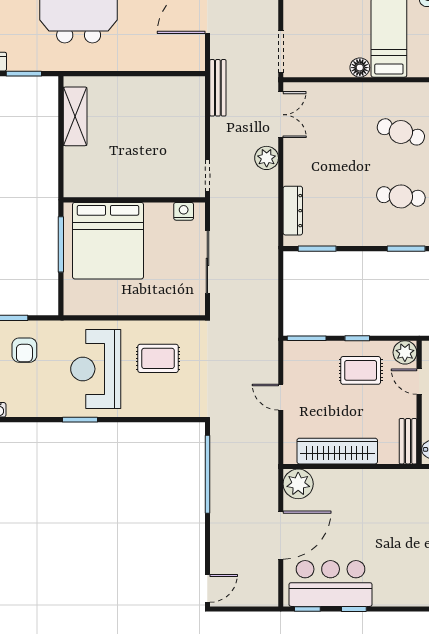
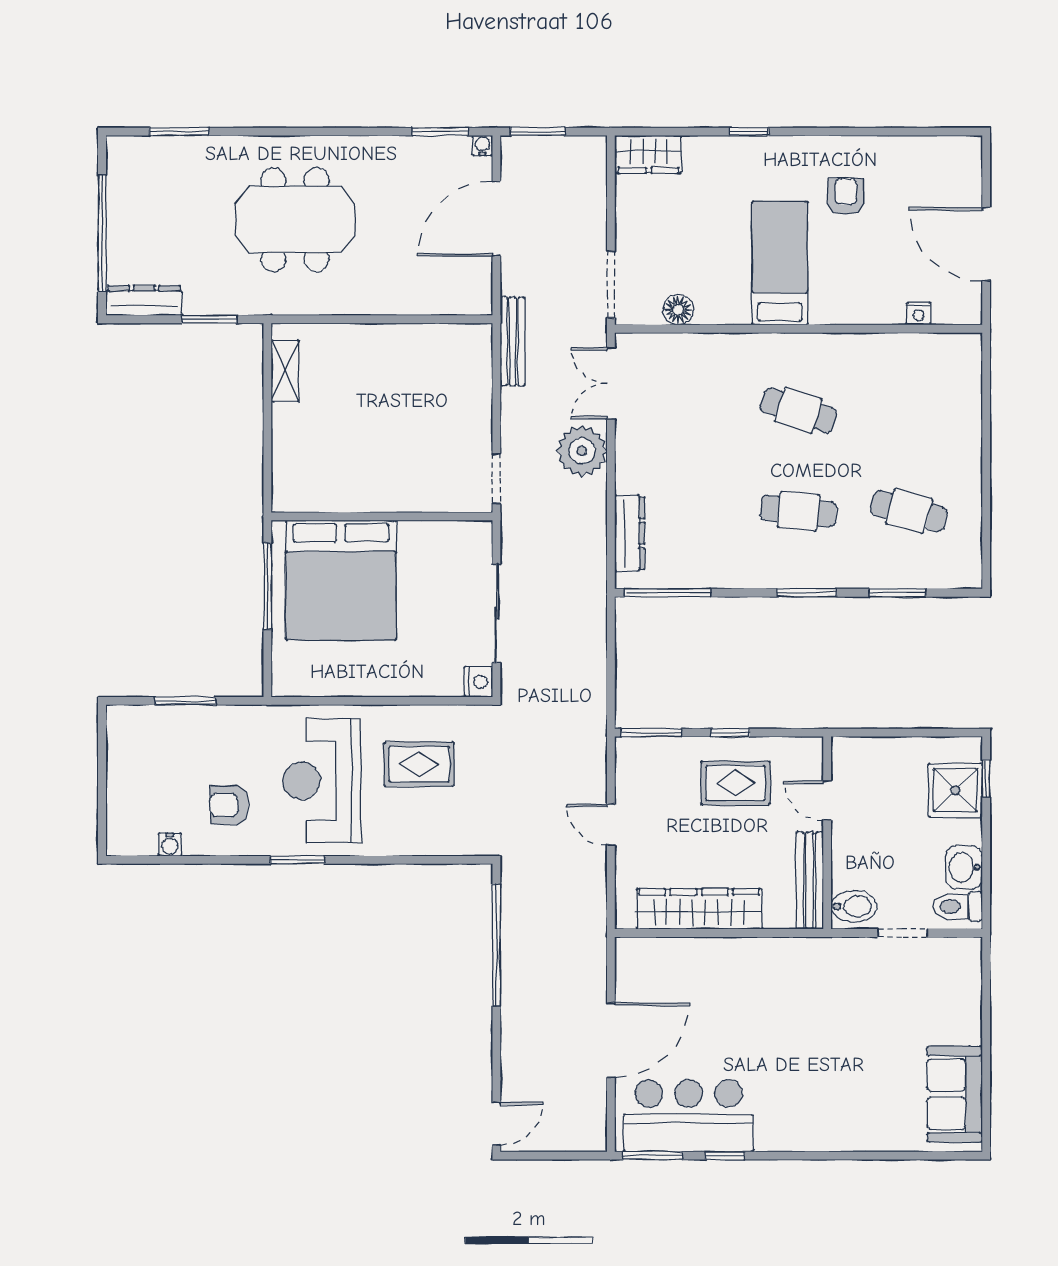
floor lamp: (360, 68) -> (678, 310), moved
double door: (281, 115) -> (611, 383), swing flipped
shelving: (75, 116) -> (285, 371), width x0.67, depth x0.75
plant: (267, 158) -> (582, 451), width x1.36, depth x1.36
nightstand: (184, 211) -> (478, 682), moved, turned 90
window: (317, 249) -> (668, 593), width x1.44
armchair: (24, 350) -> (229, 805), moved, turned 90
plant: (405, 352) -> (805, 755), removed
bench: (408, 441) -> (810, 881), width x1.36
plant: (298, 484) -> (638, 960), removed
window: (307, 609) -> (652, 1156), width x1.50

